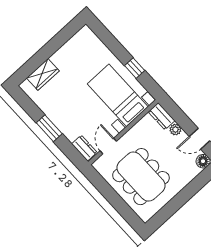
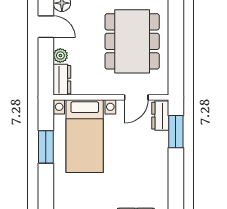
window: (135, 68) -> (46, 147), width x1.50
window: (49, 128) -> (176, 132), moved

